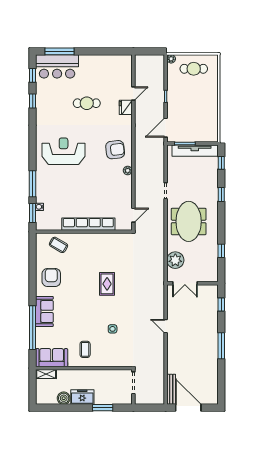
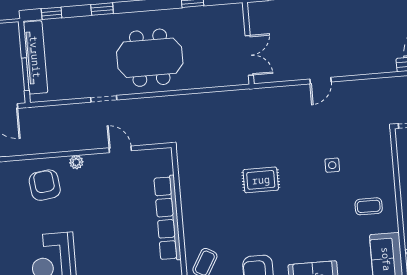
door: (133, 215) -> (120, 149), moved
plant: (175, 260) -> (214, 74), removed

